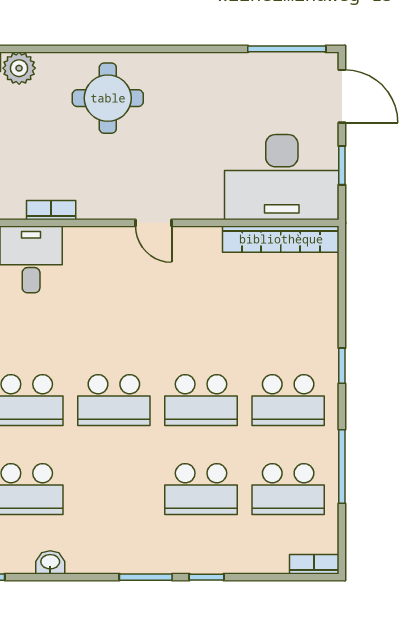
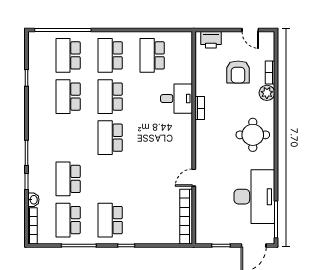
desk: (282, 177) -> (254, 197), moved, turned 180
door: (154, 223) -> (194, 178), moved
school desk: (201, 400) -> (110, 179), removed
washbasin: (50, 562) -> (33, 200), moved
bookcase: (314, 564) -> (33, 226), width x1.56

